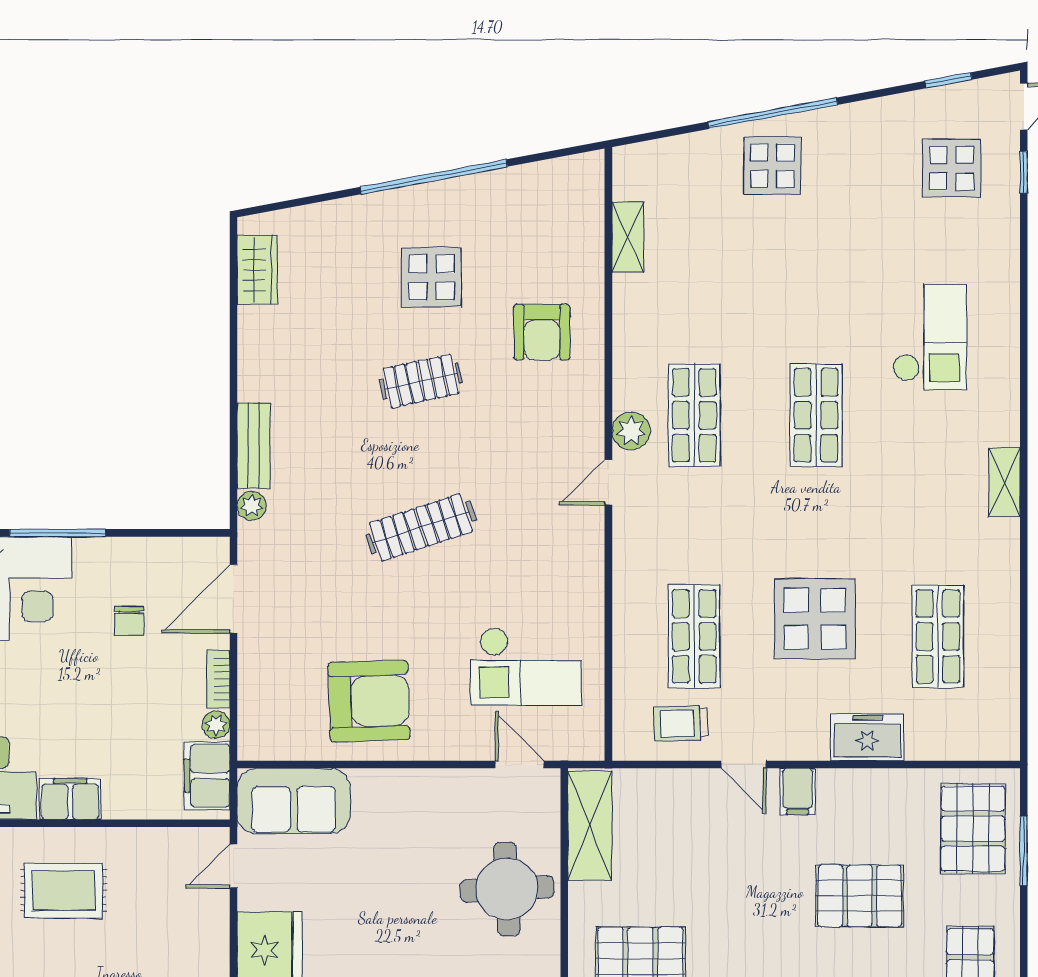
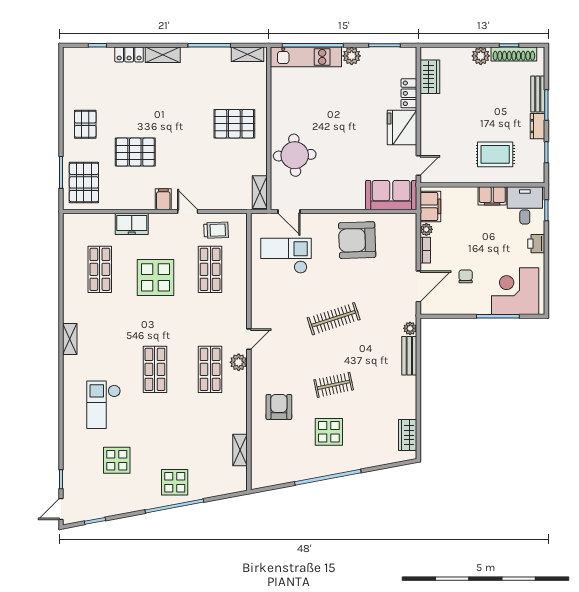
display table: (952, 168) -> (117, 460), moved
shelving: (590, 826) -> (260, 192), width x0.67, depth x0.75

